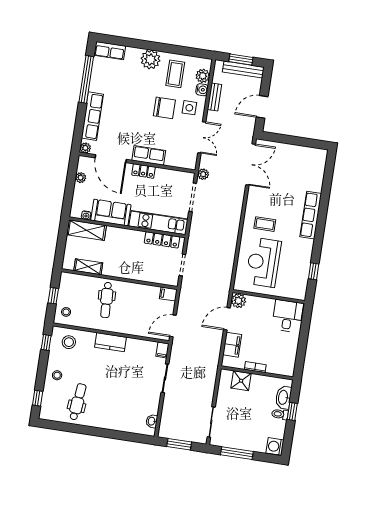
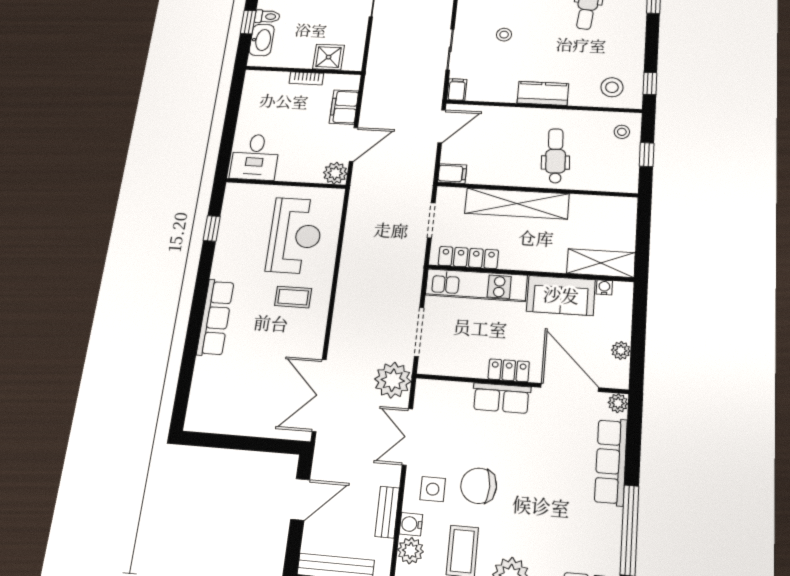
plant: (203, 174) -> (393, 380), width x1.87, depth x1.87
shelving: (88, 267) -> (517, 203), moved, width x2.20, depth x1.33
stool: (57, 375) -> (504, 35), moved

